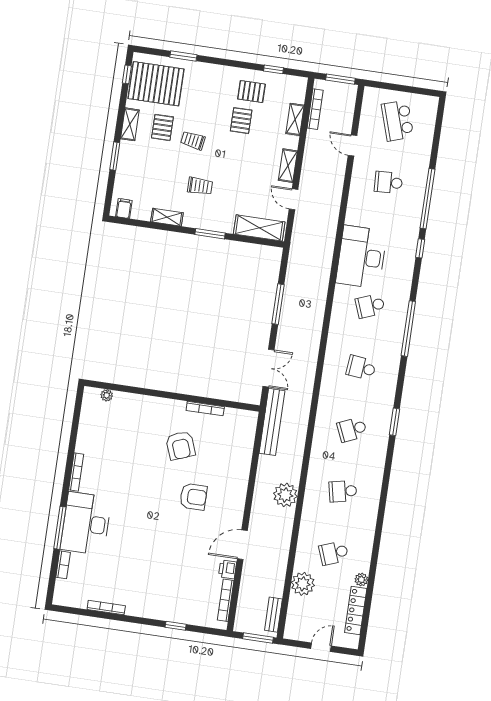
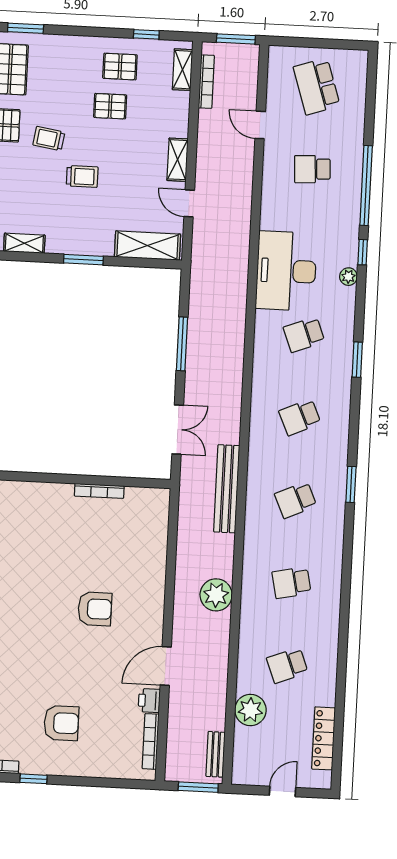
shelving: (295, 119) -> (183, 70), moved
pallet: (241, 121) -> (110, 106), turned 90
trolley: (200, 186) -> (82, 176), moved
window: (408, 329) -> (357, 360), width x0.47
school desk: (361, 368) -> (300, 417), turned -30
bench: (272, 422) -> (227, 489), moved
armchair: (181, 445) -> (61, 723), moved, turned -69
plant: (361, 580) -> (348, 277), moved
window: (176, 626) -> (33, 779), moved

